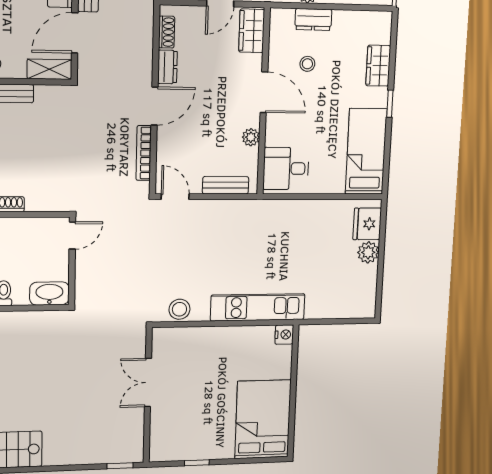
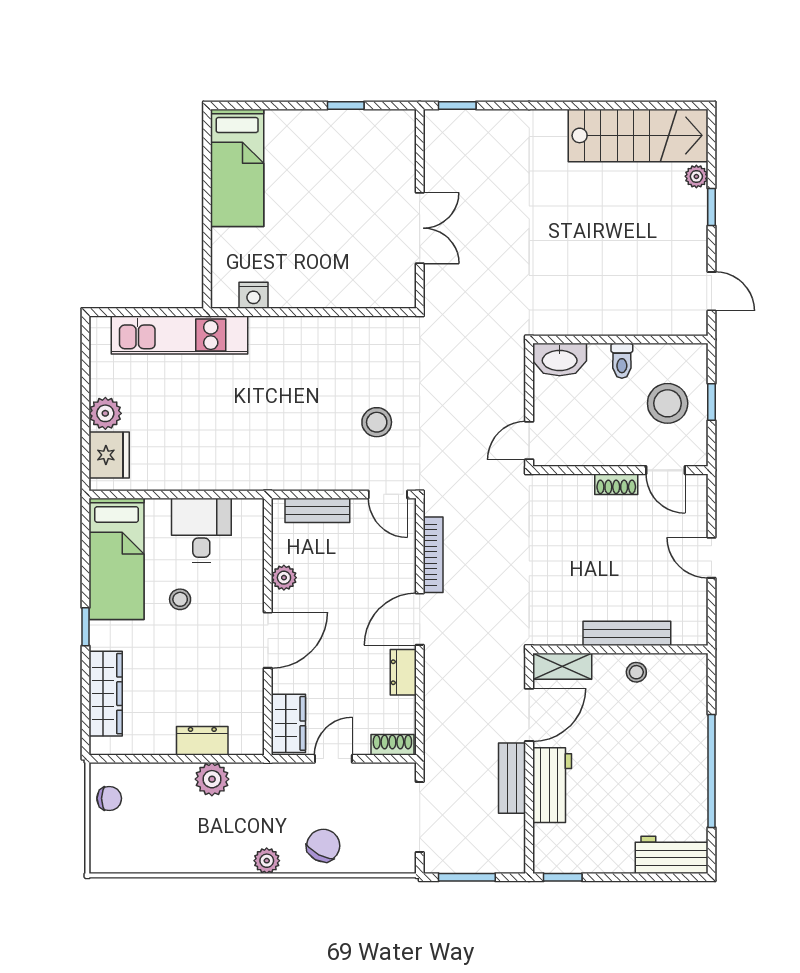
shoe rack: (167, 32) -> (392, 745), moved, turned 90
stool: (307, 64) -> (180, 599), moved
wardrobe: (378, 66) -> (106, 694), width x1.50
door: (264, 92) -> (268, 640), swing flipped
desk: (286, 168) -> (201, 530), moved, turned -90
kitchen unit: (258, 307) -> (179, 335), moved
stool: (179, 309) -> (377, 422), moved
nightstand: (284, 335) -> (253, 295), moved, turned -90
bed: (263, 419) -> (237, 168), width x0.67

